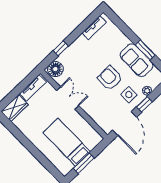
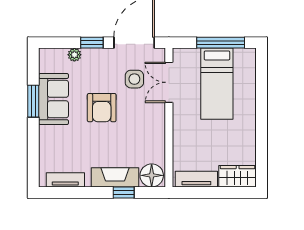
fireplace: (72, 51) -> (115, 177), added
side table: (129, 95) -> (134, 79), moved
double door: (68, 98) -> (169, 82), moved
window: (84, 163) -> (221, 43), width x1.44

